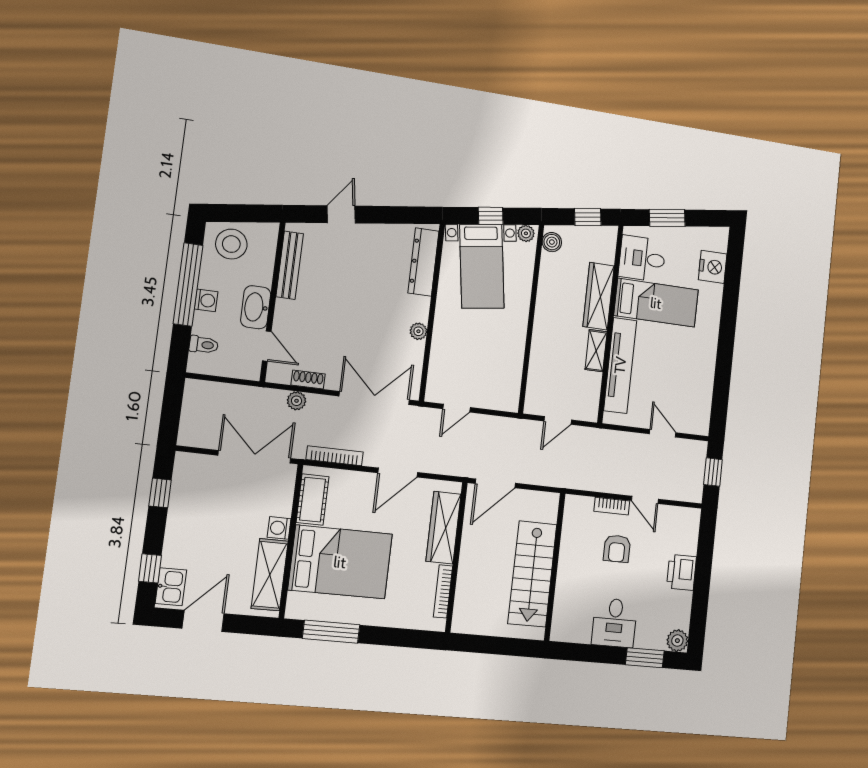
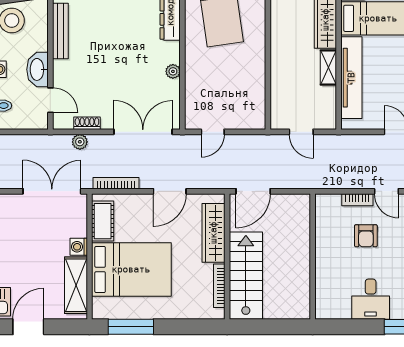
door: (558, 420) -> (301, 132), hinge flipped
stairs: (532, 574) -> (246, 276), moved, turned 180

